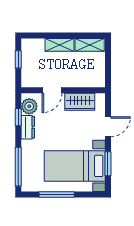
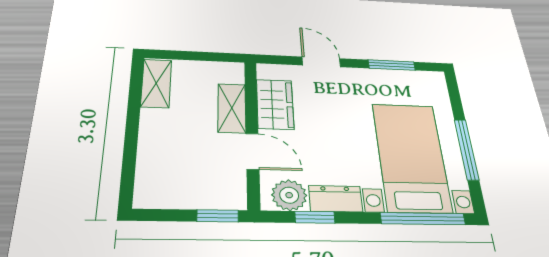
shelving: (59, 45) -> (232, 108), moved
window: (18, 59) -> (218, 216), moved
bed with nightstands: (75, 166) -> (411, 157), moved, turned 180

